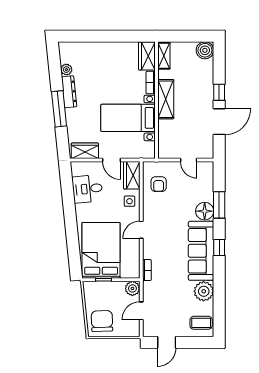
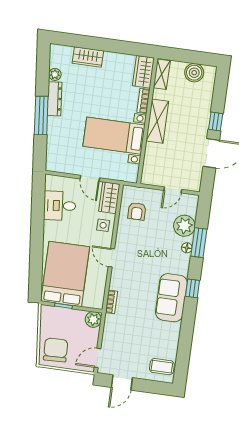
boiler: (205, 50) -> (194, 73), moved
wardrobe: (85, 151) -> (88, 57), moved, turned 180
door: (189, 160) -> (173, 190), hinge flipped
floor lamp: (205, 211) -> (187, 248), width x0.53, depth x0.53
door: (141, 230) -> (111, 258), hinge flipped
sofa: (201, 251) -> (171, 298), width x0.73
plant: (204, 291) -> (184, 226), moved
door: (141, 311) -> (97, 358), moved

